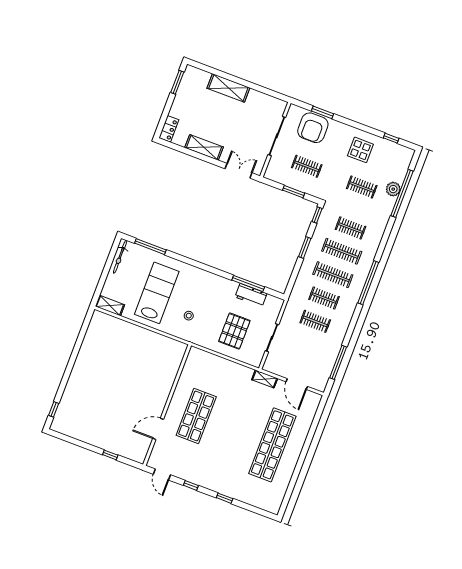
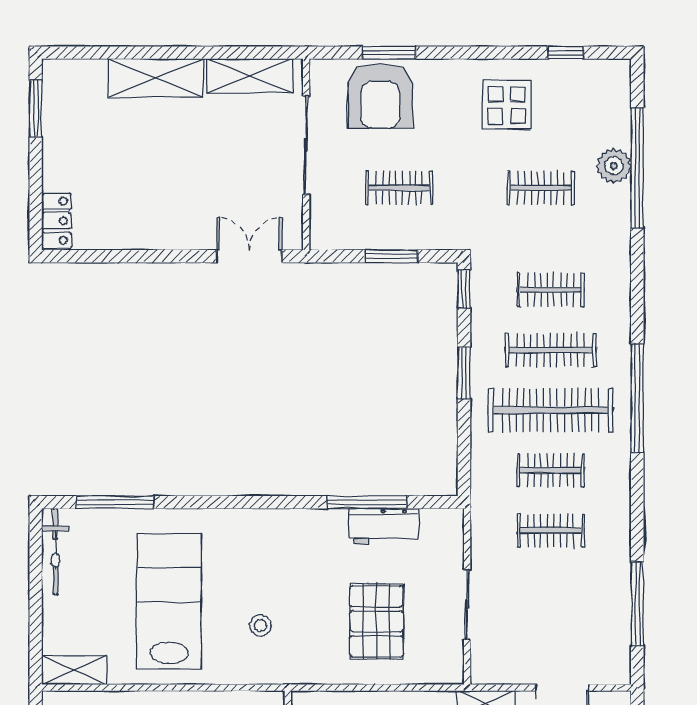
shelving: (204, 147) -> (250, 76), moved
clothes rail: (333, 275) -> (551, 410), width x1.37, depth x1.31

